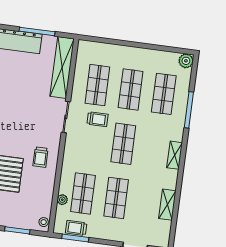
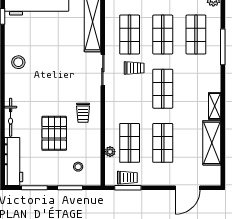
shelving: (175, 155) -> (215, 106), moved
shelving: (167, 205) -> (212, 143), width x1.50, depth x1.33
stool: (44, 222) -> (78, 167), moved
trolley: (76, 228) -> (127, 178), turned 180

